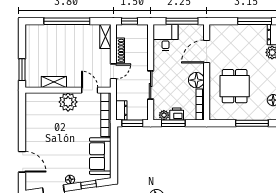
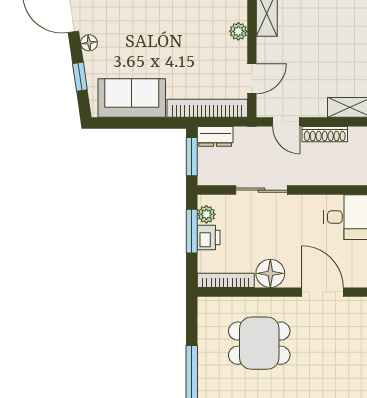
plant: (68, 102) -> (238, 31), width x0.53, depth x0.53

